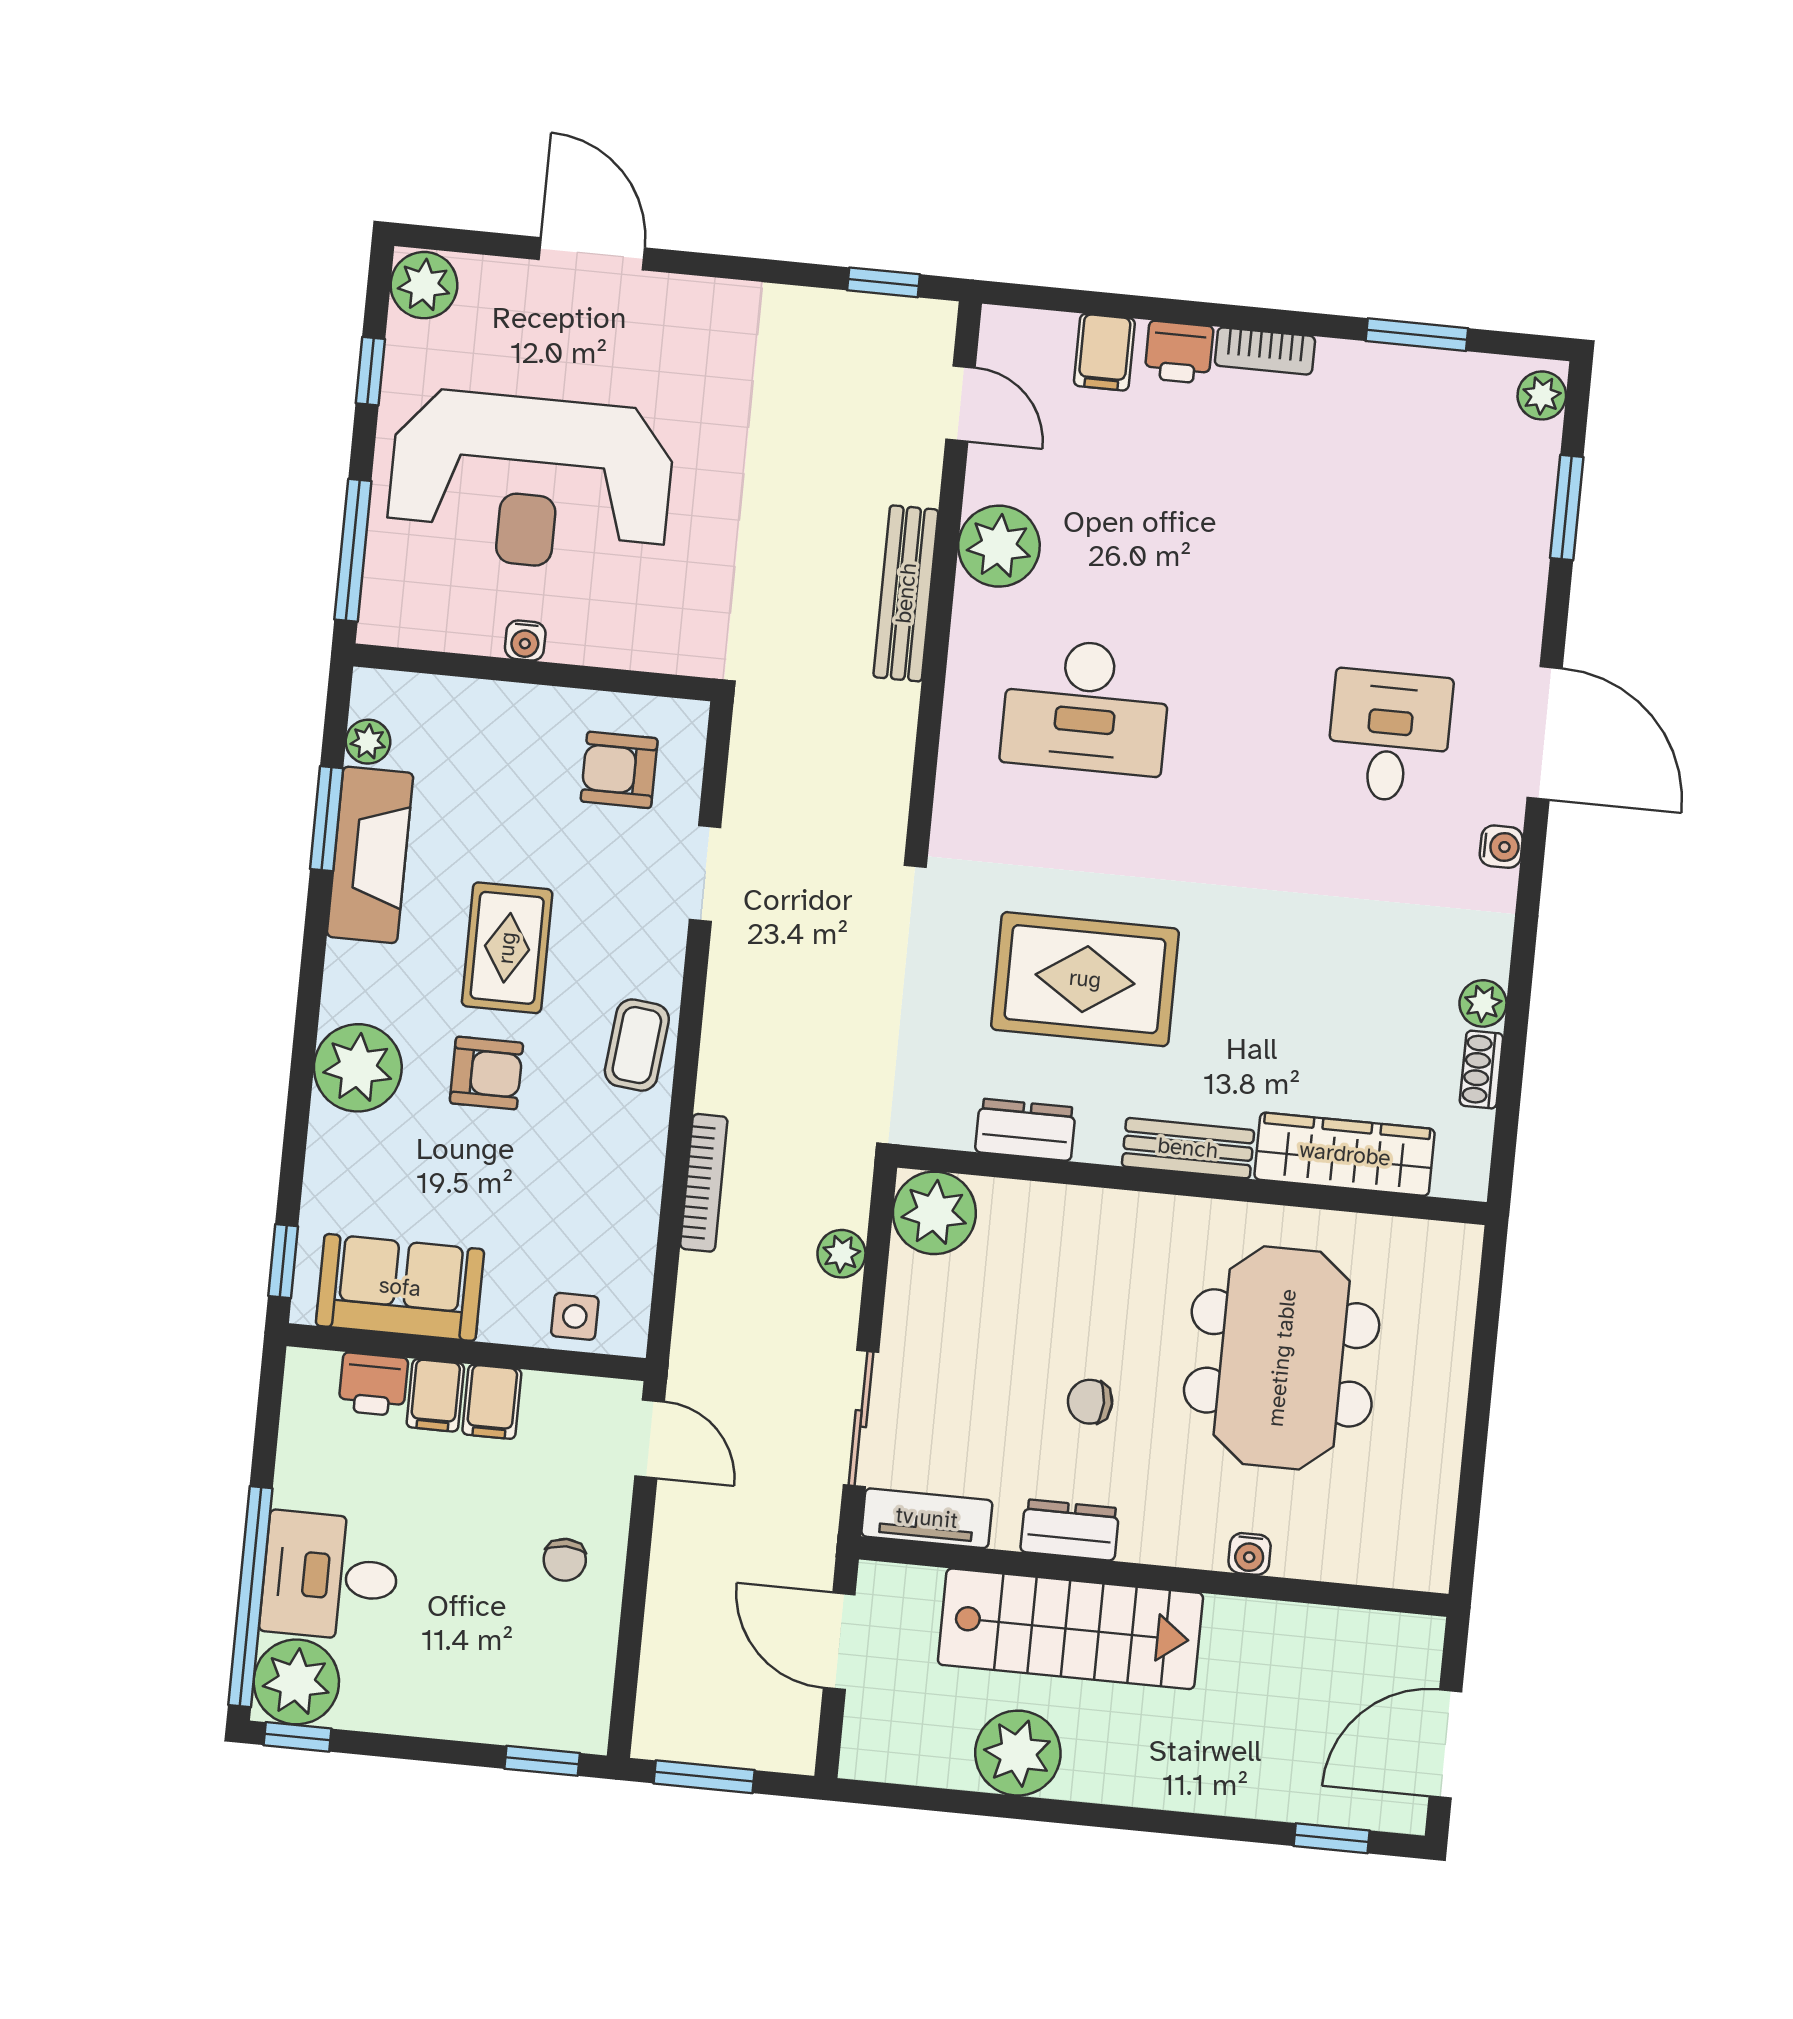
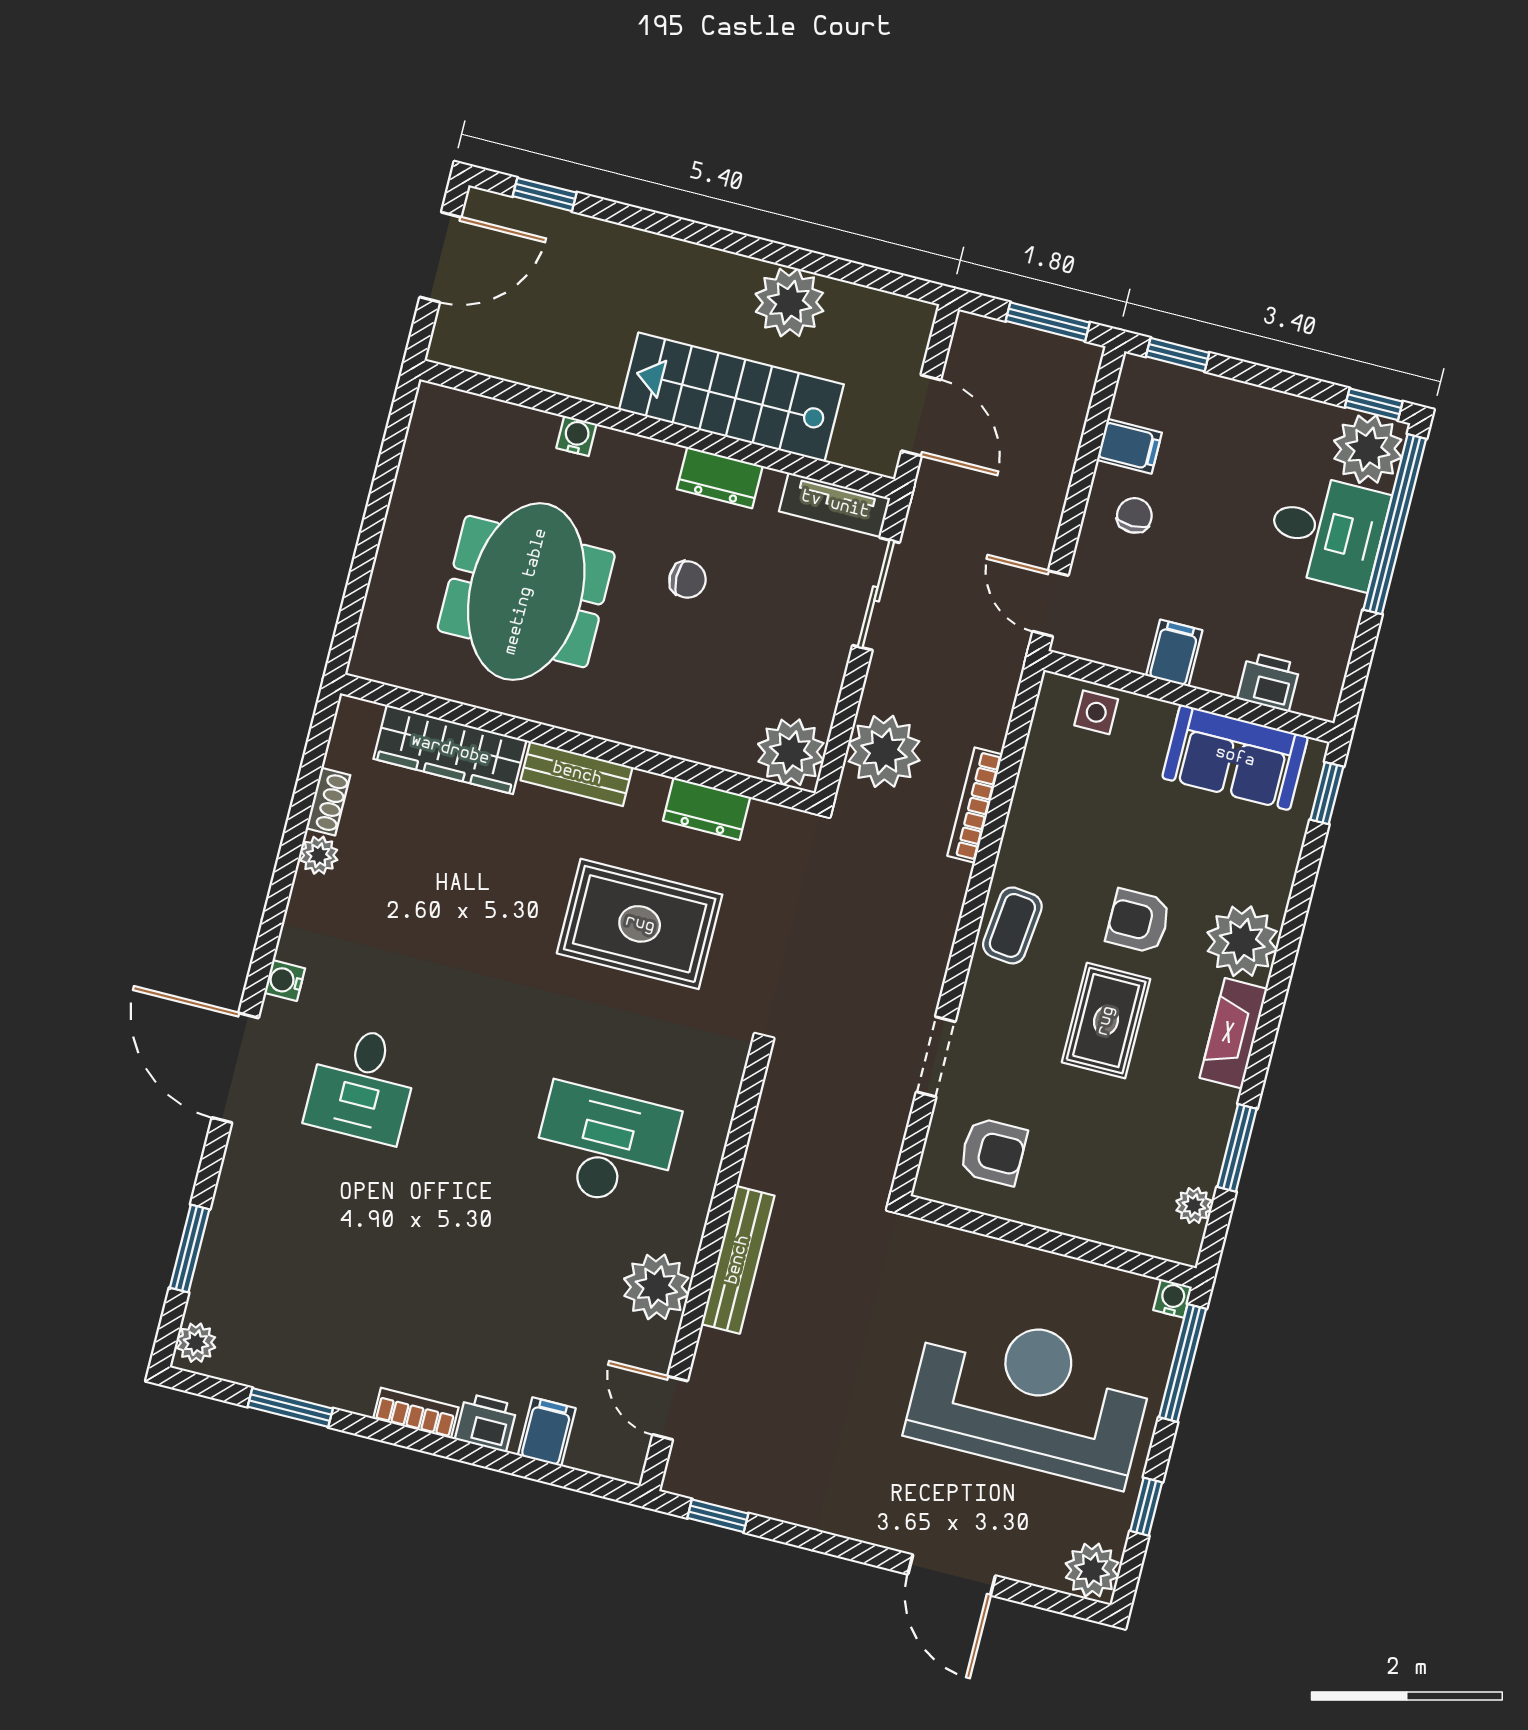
water cooler: (525, 641) -> (1173, 1298), moved
fireplace: (370, 855) -> (1233, 1033), moved, width x0.73, depth x0.76
plant: (841, 1254) -> (884, 751), width x1.87, depth x1.87
filing cabinet: (435, 1395) -> (1129, 446), moved, turned 90

